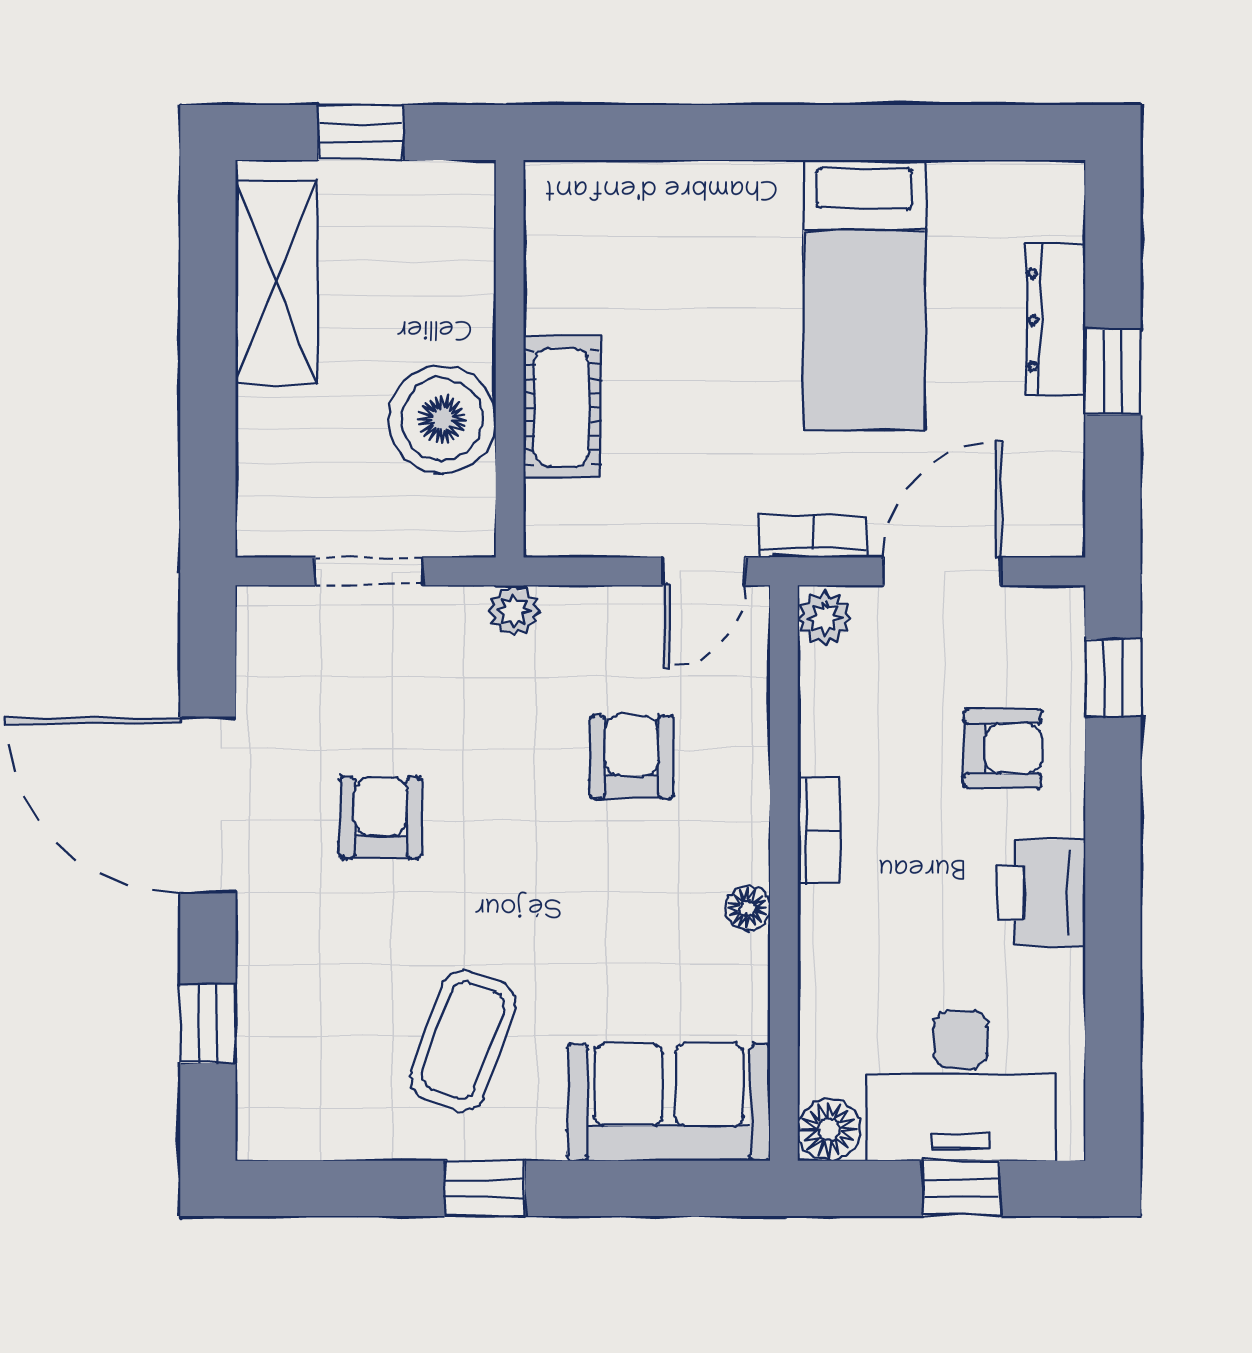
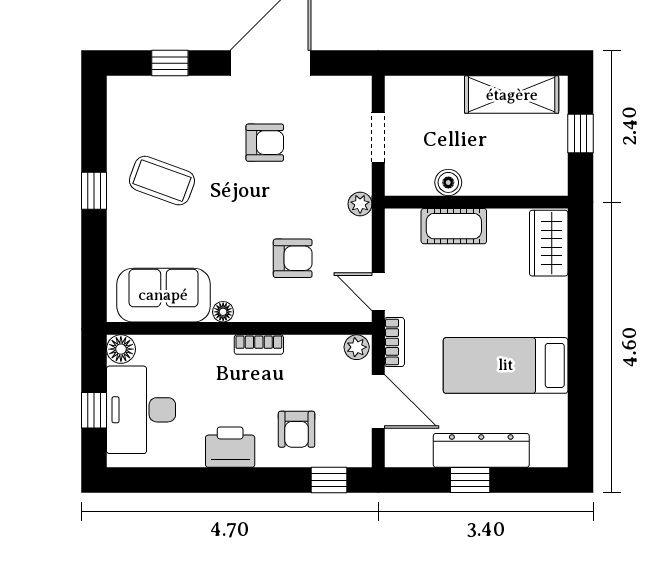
wardrobe: (599, 201) -> (549, 243), added
dresser: (1056, 320) -> (481, 450), width x1.37, depth x1.24
boiler: (442, 419) -> (448, 182), width x0.54, depth x0.54
sofa: (669, 1102) -> (163, 295), moved, turned -90

